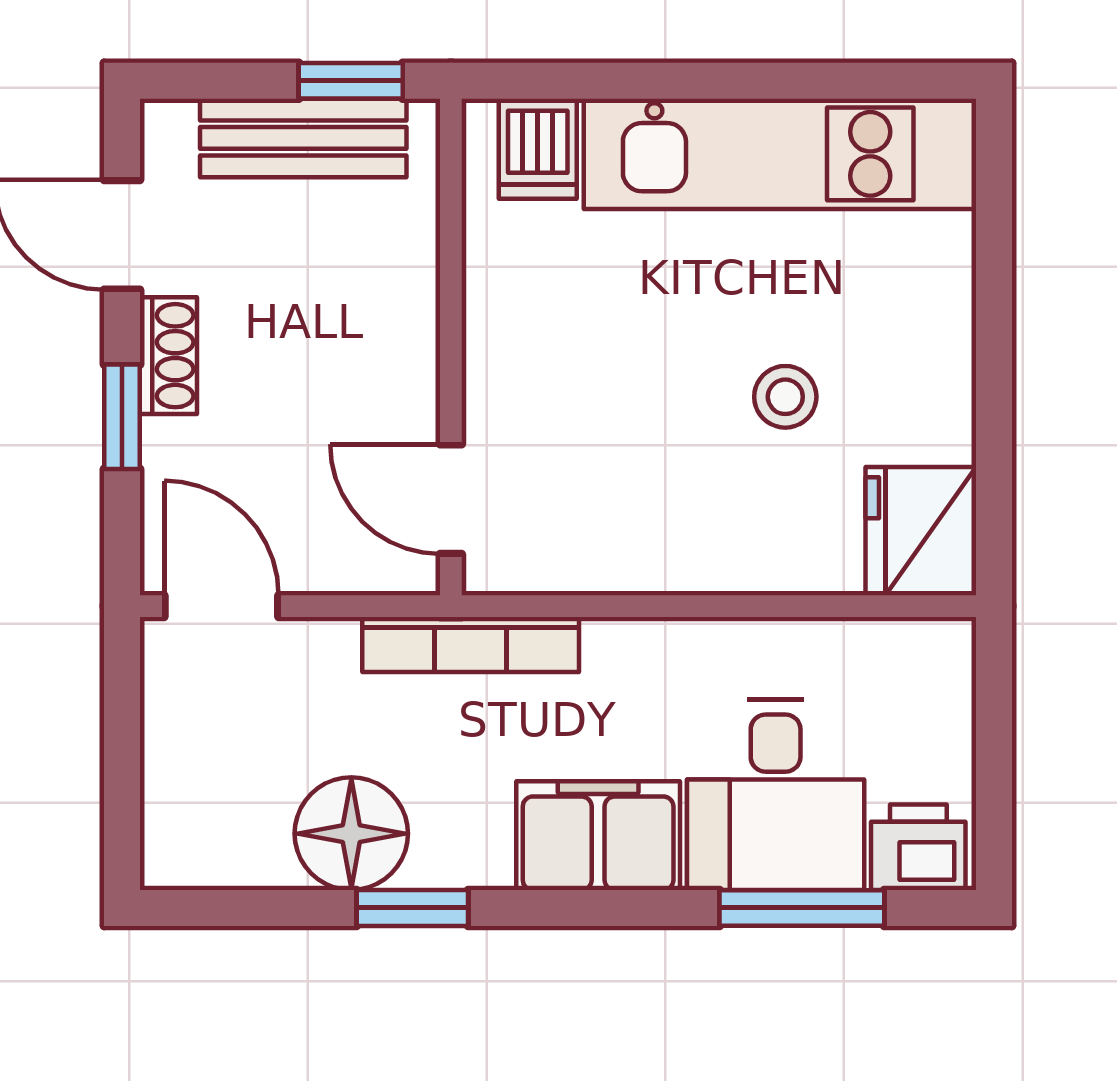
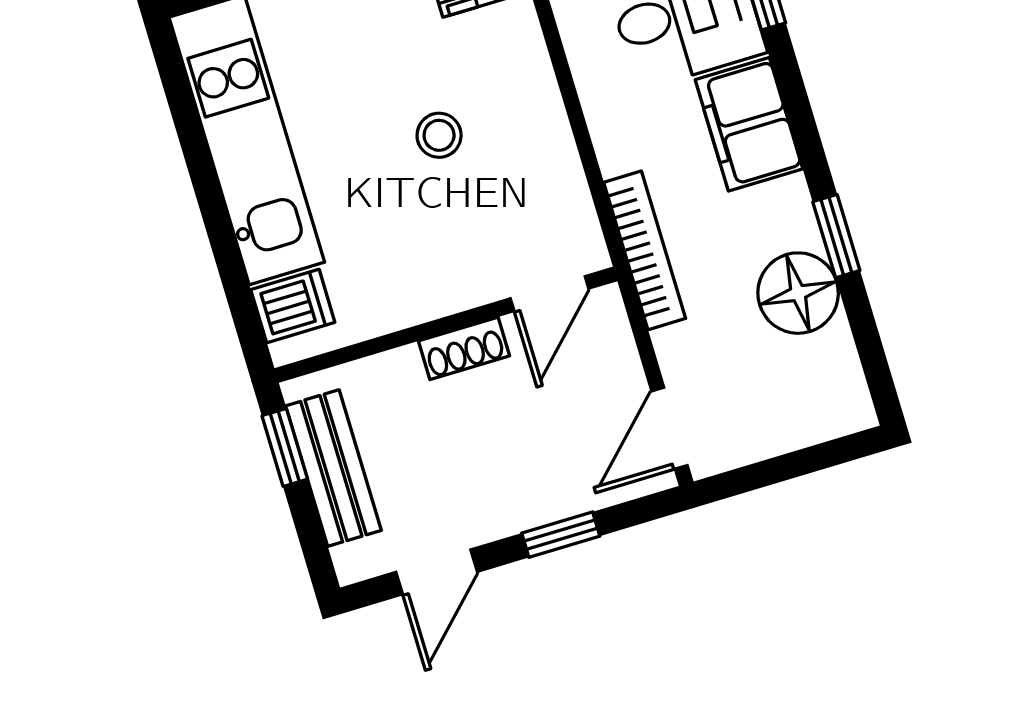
shoe rack: (168, 356) -> (464, 348), moved, turned 180
stool: (785, 397) -> (439, 135), moved

